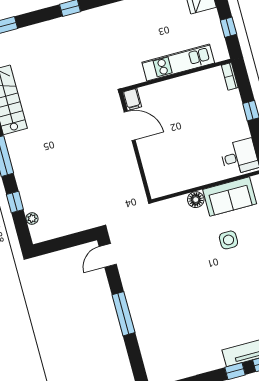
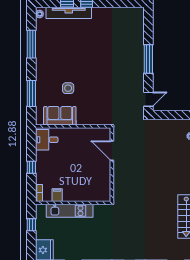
filing cabinet: (132, 99) -> (57, 195), moved
door: (130, 126) -> (112, 151), moved
floor lamp: (196, 200) -> (82, 120), removed

